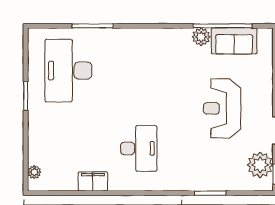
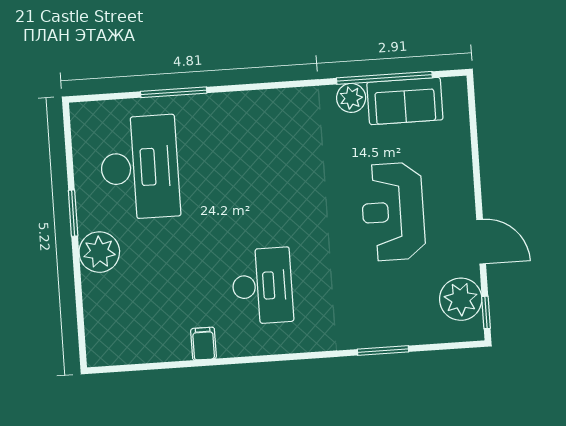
desk: (68, 71) -> (140, 167), turned 180
plant: (34, 172) -> (99, 252), moved, width x1.88, depth x1.88
filing cabinet: (93, 181) -> (204, 344), width x0.50

